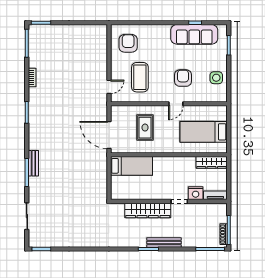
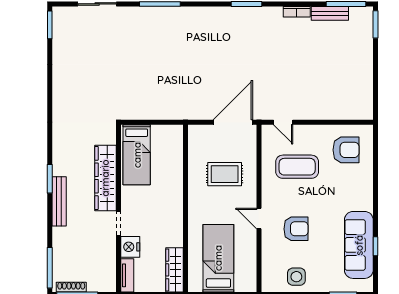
door: (109, 135) -> (233, 122), moved
bench: (33, 163) -> (330, 13), moved
bed: (132, 166) -> (137, 155), moved

